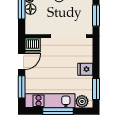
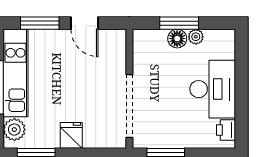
dishwasher: (33, 45) -> (114, 43), removed

